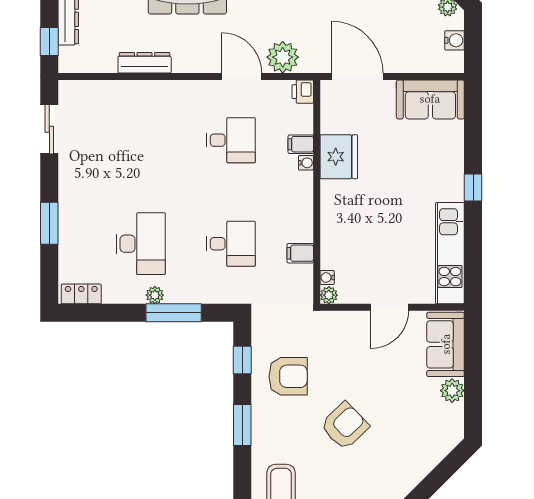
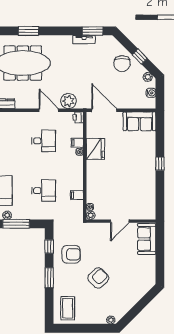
kitchen unit: (450, 253) -> (149, 195), removed
plant: (452, 391) -> (150, 261), removed

